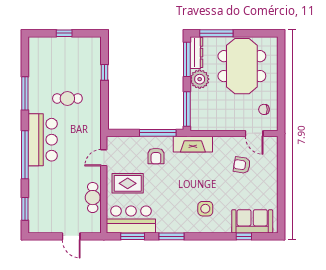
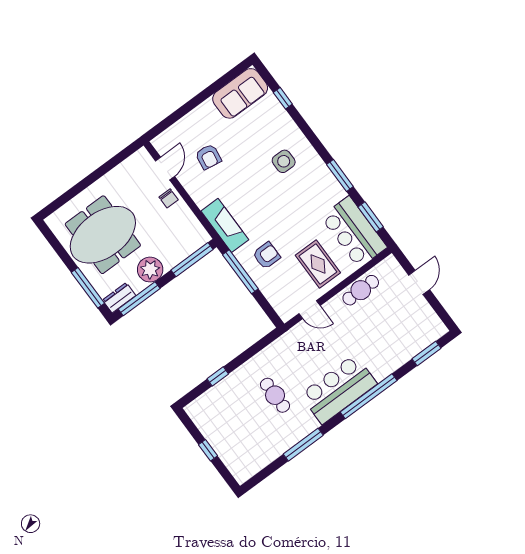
dresser: (196, 53) -> (119, 298), width x0.70
chair: (264, 109) -> (169, 198), moved
sofa: (252, 221) -> (240, 93), moved, turned -90

